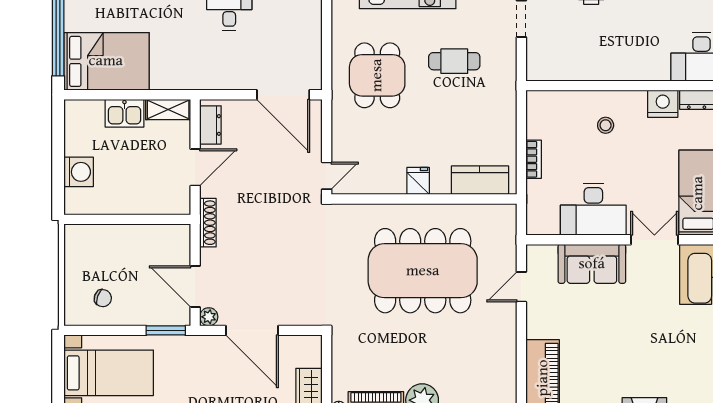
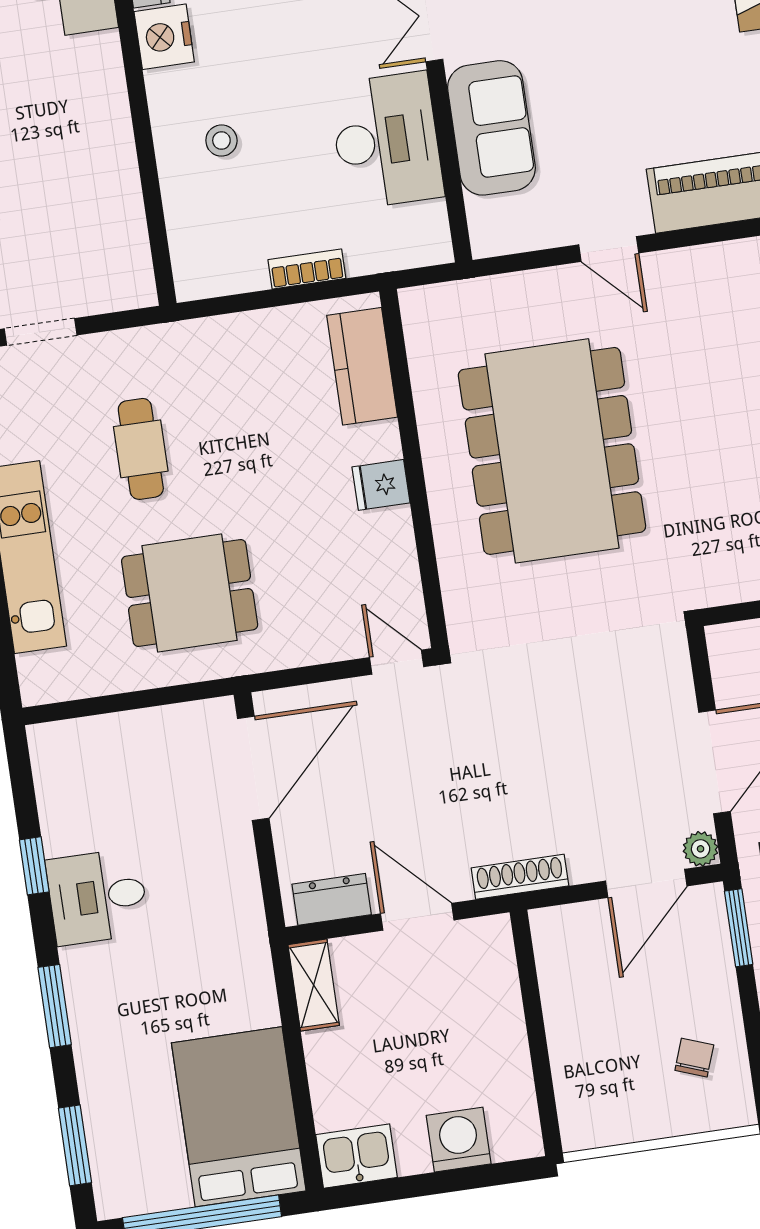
kitchen sink: (124, 113) -> (357, 1156), moved, turned -90
door: (521, 287) -> (609, 249), moved

